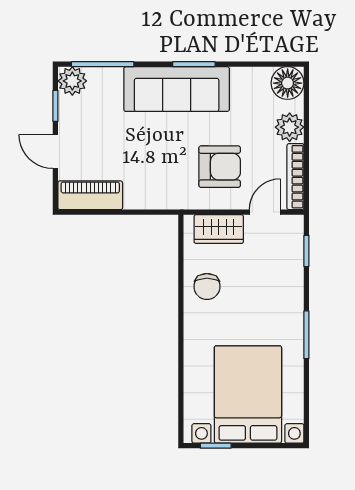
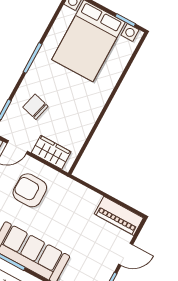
door: (55, 151) -> (126, 254), hinge flipped
chair: (207, 287) -> (35, 107), moved, turned -75

